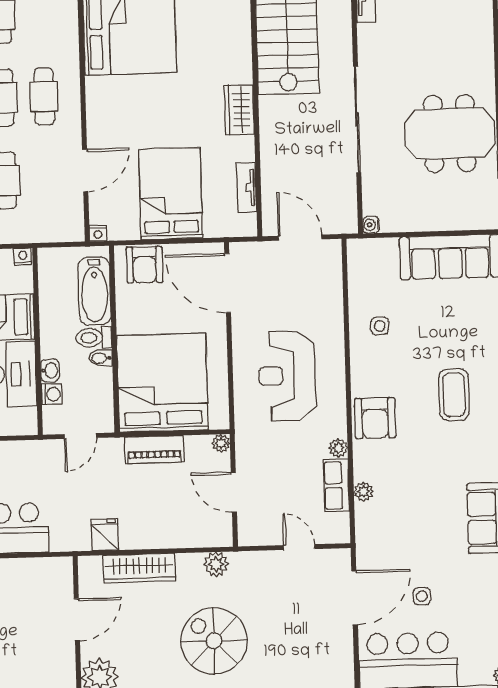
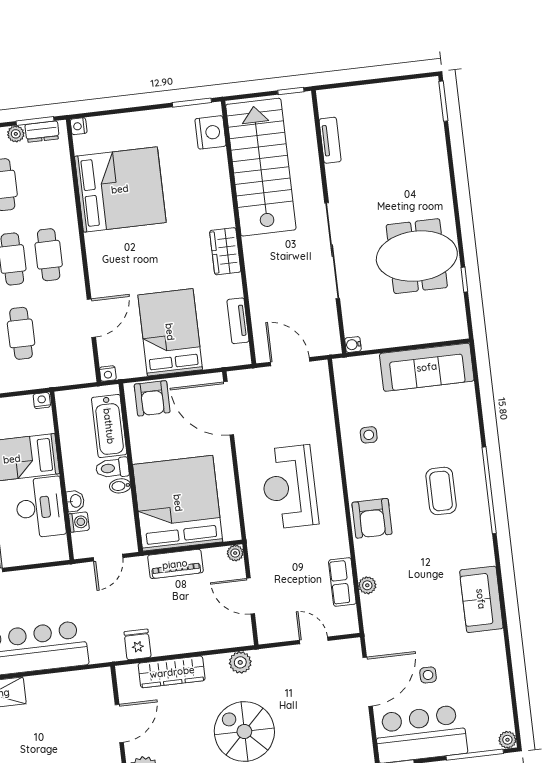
plant: (338, 448) -> (341, 548), removed

